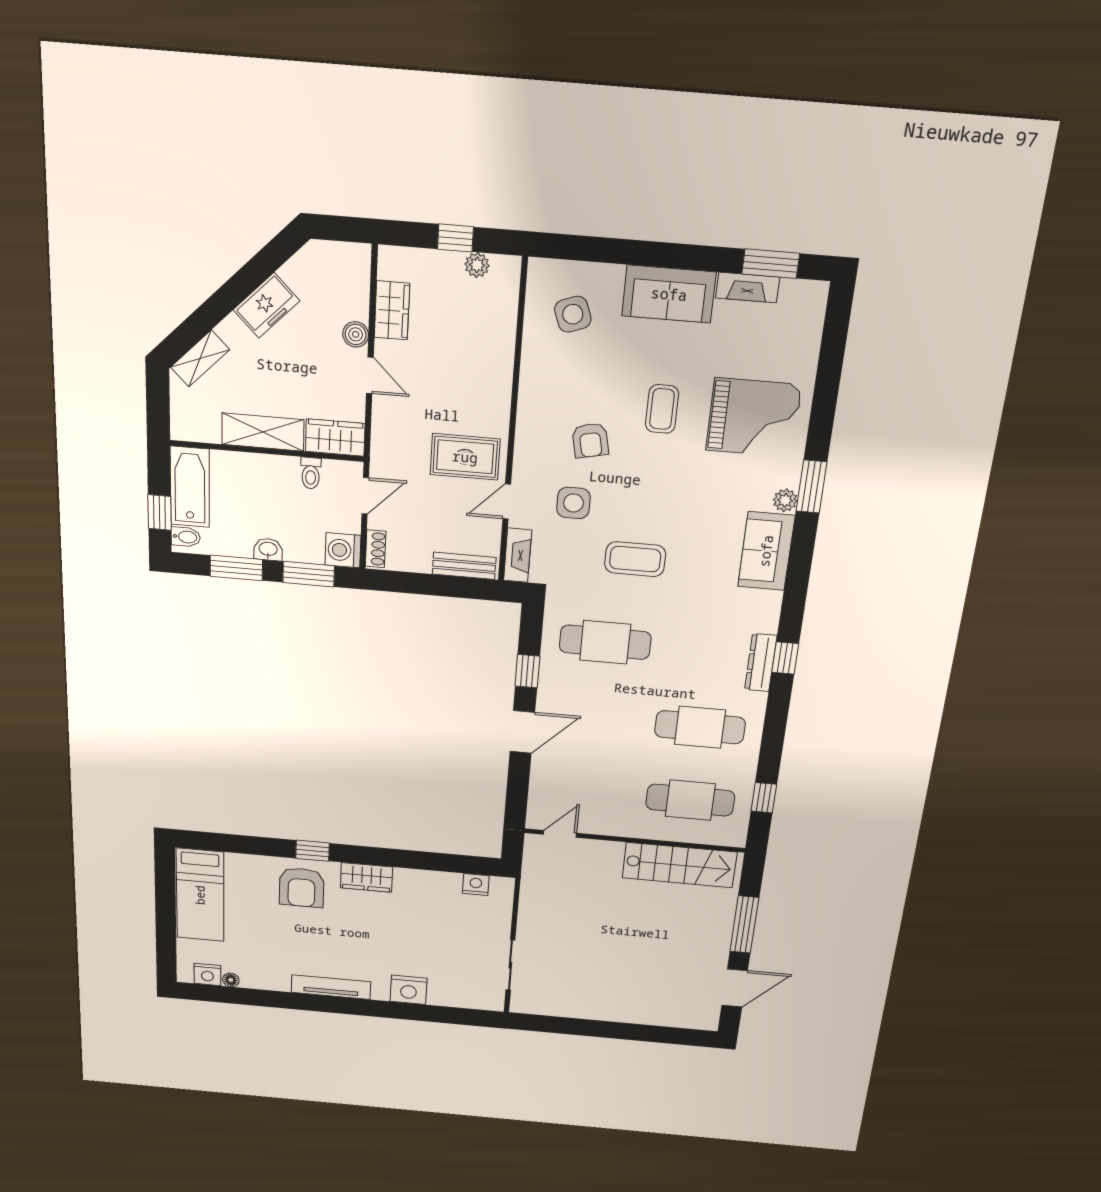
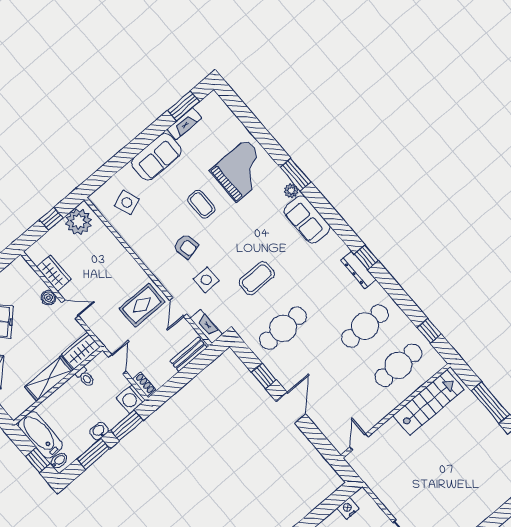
plant: (477, 265) -> (79, 222), width x1.88, depth x1.88

